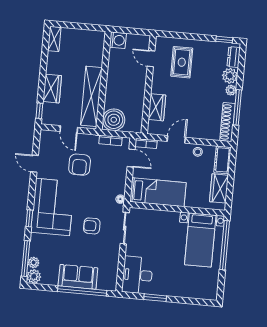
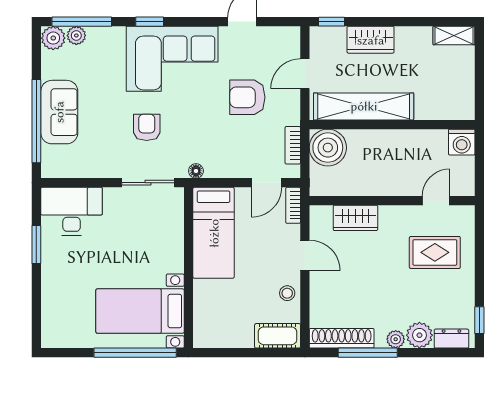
wardrobe: (219, 188) -> (229, 334), removed

